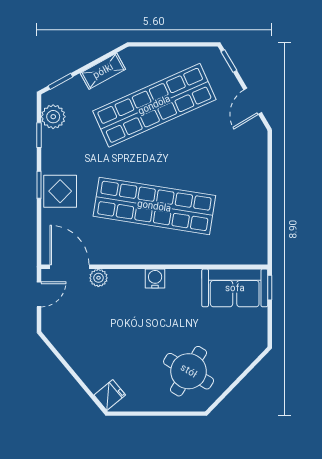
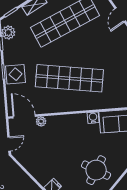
water cooler: (155, 278) -> (93, 118), moved
door: (39, 294) -> (9, 144), moved

